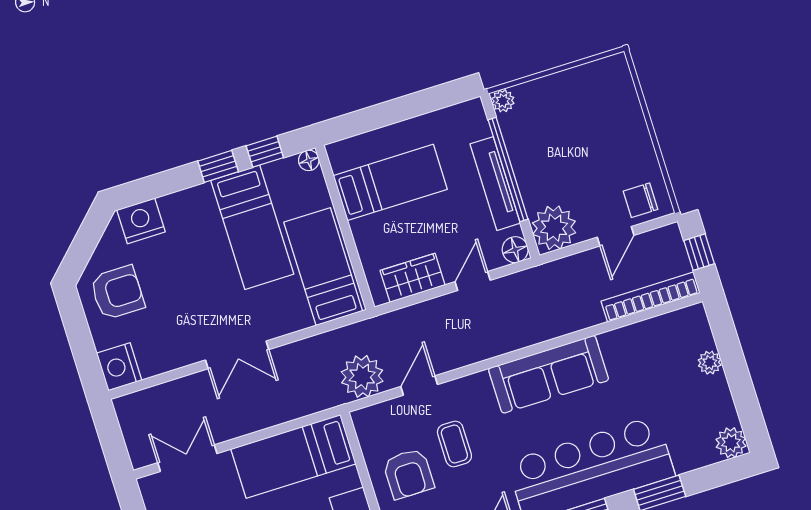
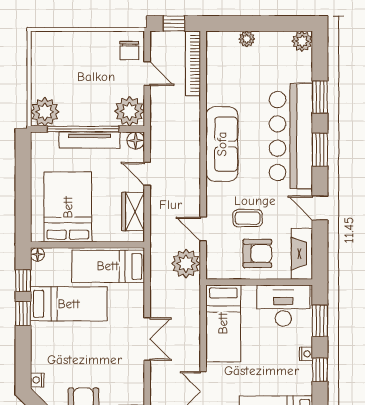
plant: (503, 101) -> (45, 112), width x1.88, depth x1.88
bed: (390, 182) -> (68, 207), width x1.50
nightstand: (141, 221) -> (37, 380), width x0.53, depth x0.56

